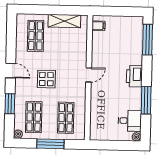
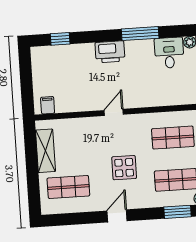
window: (147, 40) -> (60, 39), width x0.46
door: (89, 75) -> (114, 112), hinge flipped
window: (10, 104) -> (177, 212), moved

